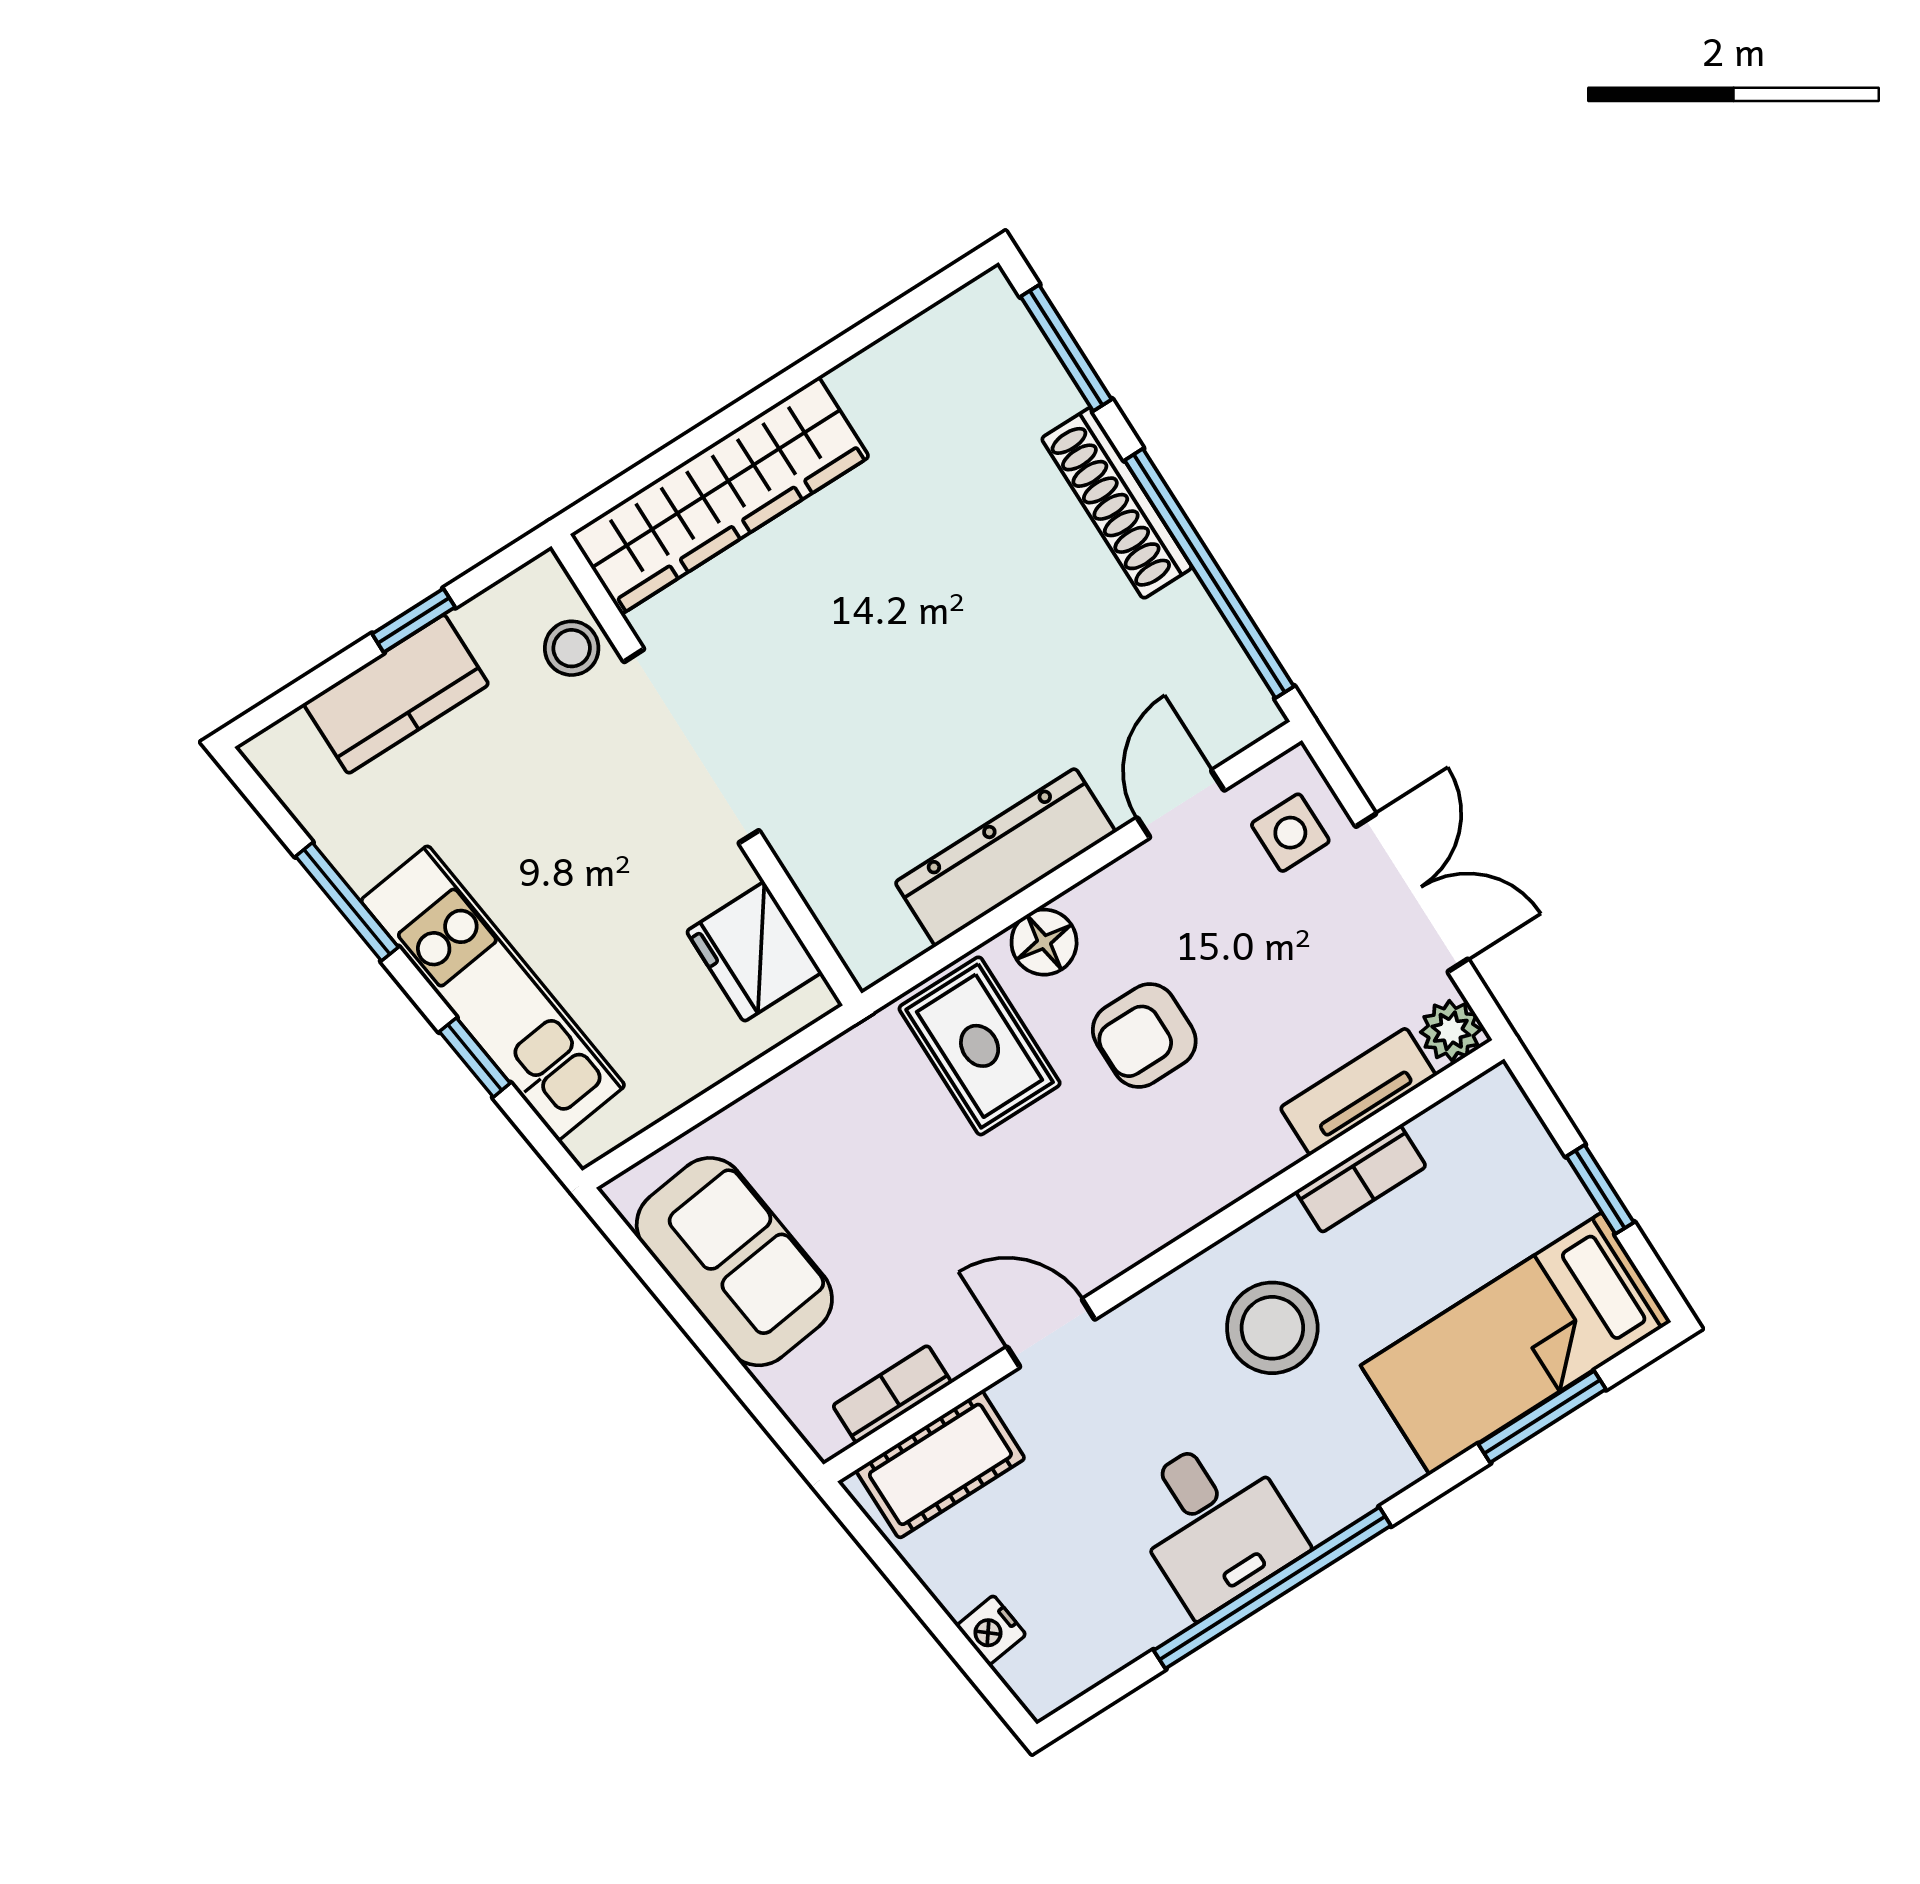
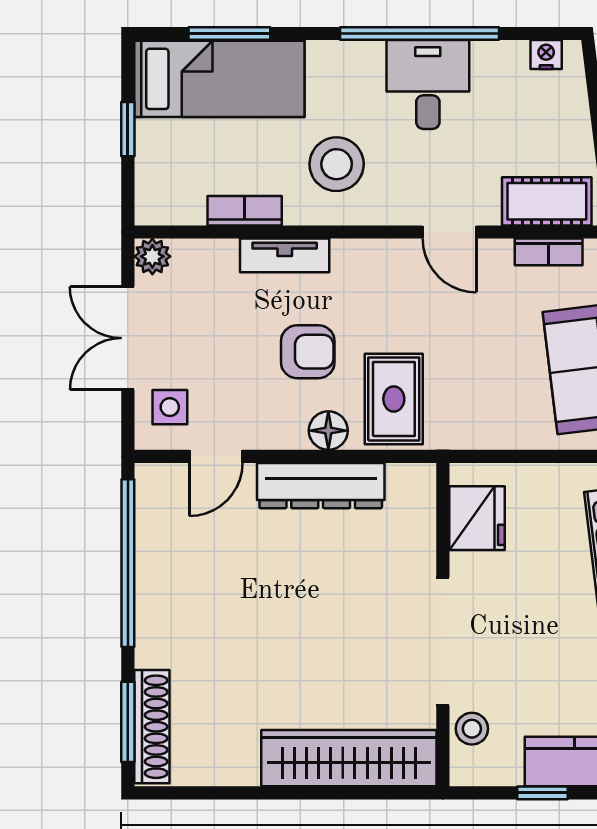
shoe rack: (1117, 503) -> (152, 727), moved
tv unit: (1358, 1092) -> (285, 255), moved
nightstand: (991, 1630) -> (546, 55), moved, turned -83

